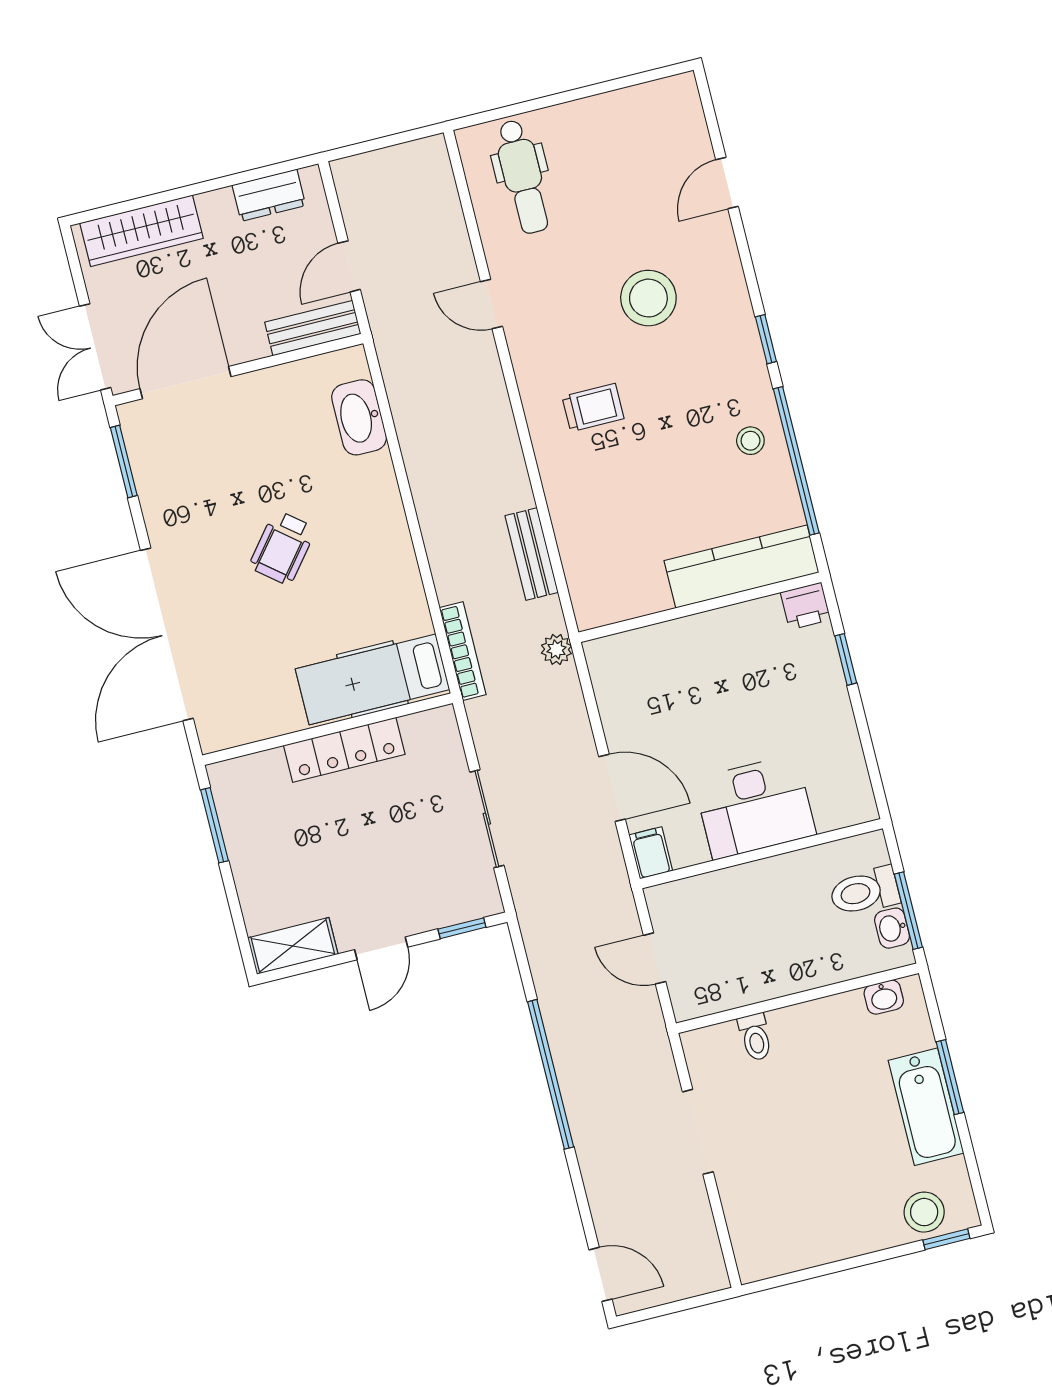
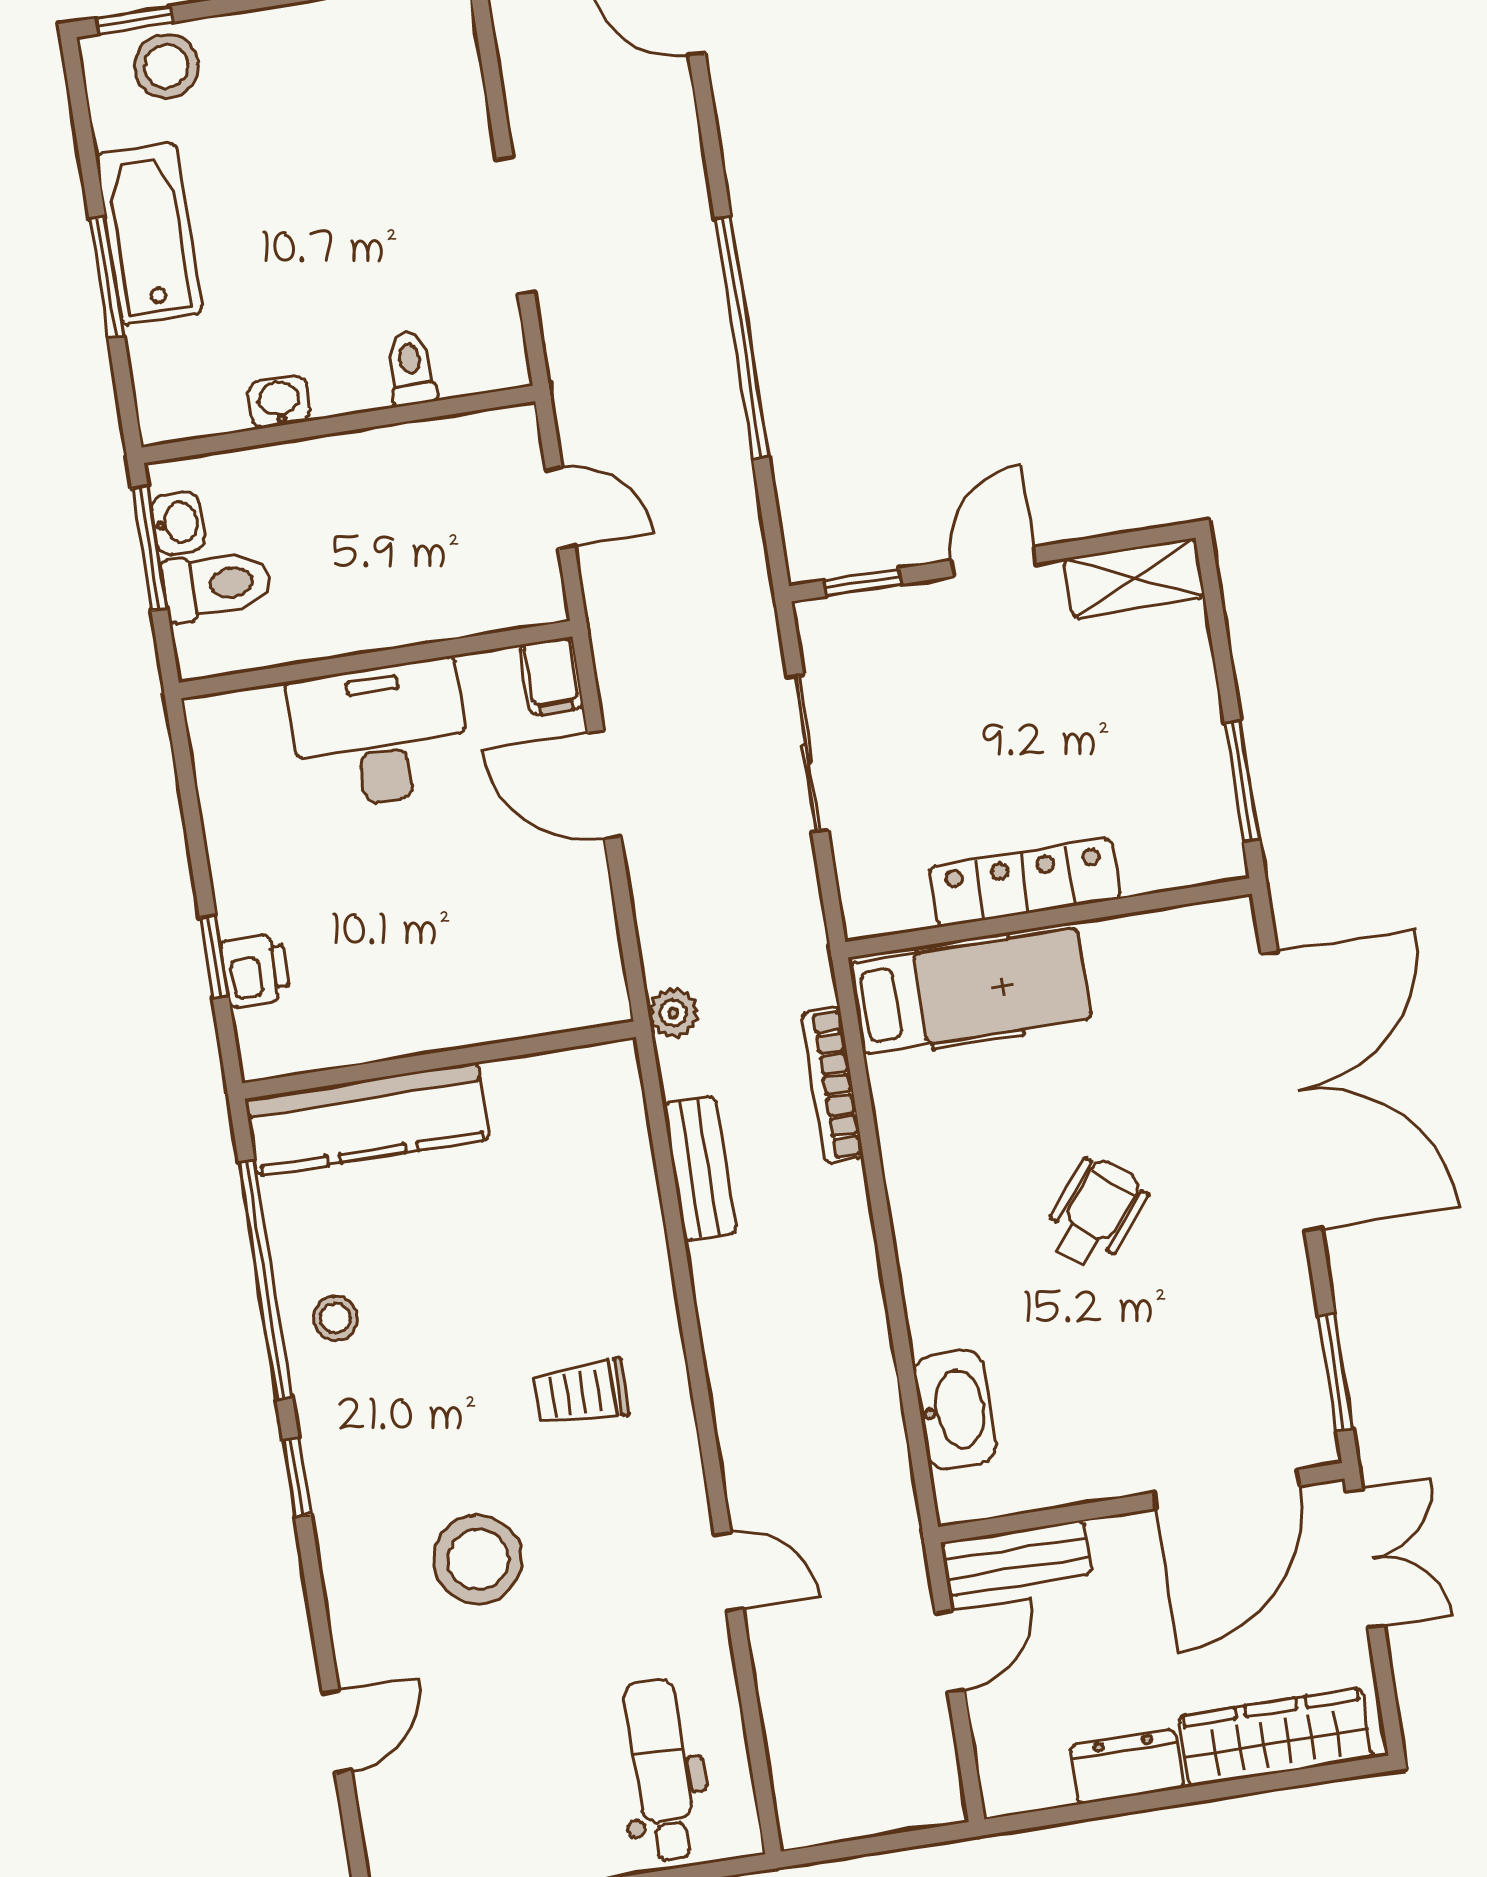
dresser: (269, 195) -> (1127, 1767), moved
printer: (805, 606) -> (256, 970), moved, turned 90
bookcase: (463, 651) -> (832, 1085), moved
washbasin: (884, 997) -> (279, 402), moved

